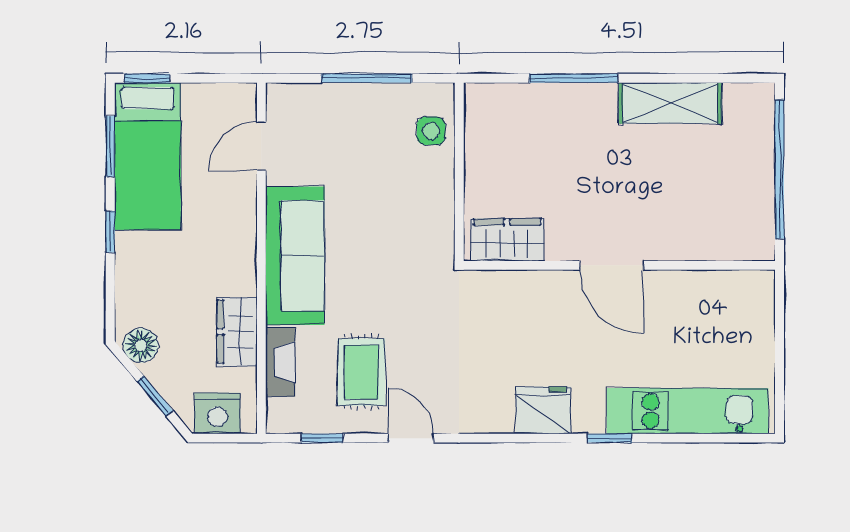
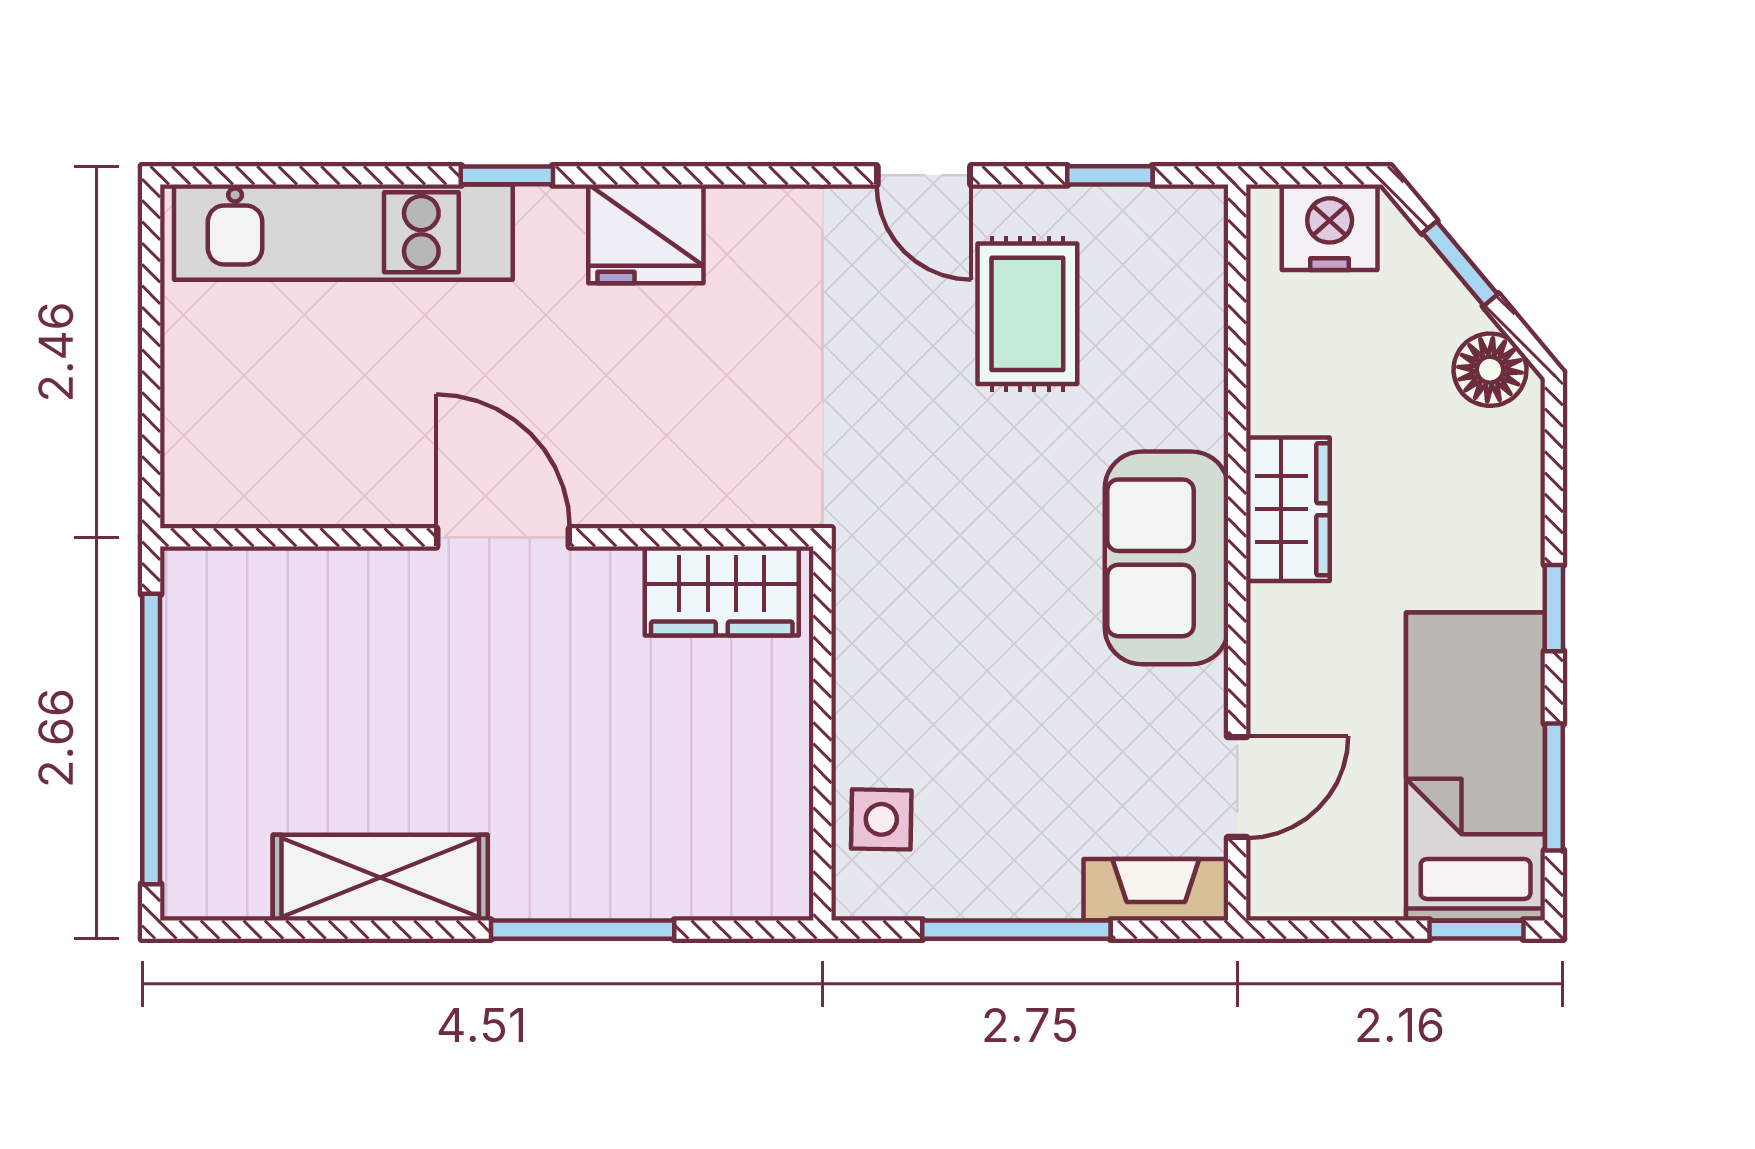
sofa: (295, 256) -> (1167, 558), width x0.73
wardrobe: (237, 332) -> (1288, 509), moved
fireplace: (280, 362) -> (1156, 890), moved, turned 90

